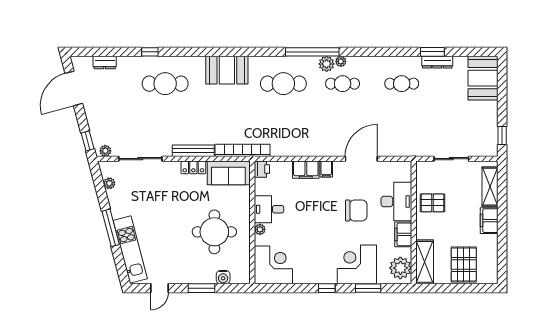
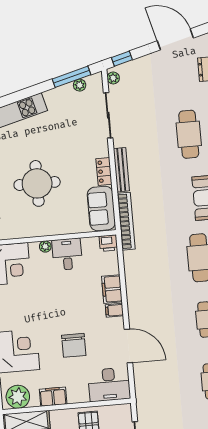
desk: (396, 201) -> (109, 384), moved
window: (111, 228) -> (71, 77), moved
round table: (214, 232) -> (37, 183), moved

